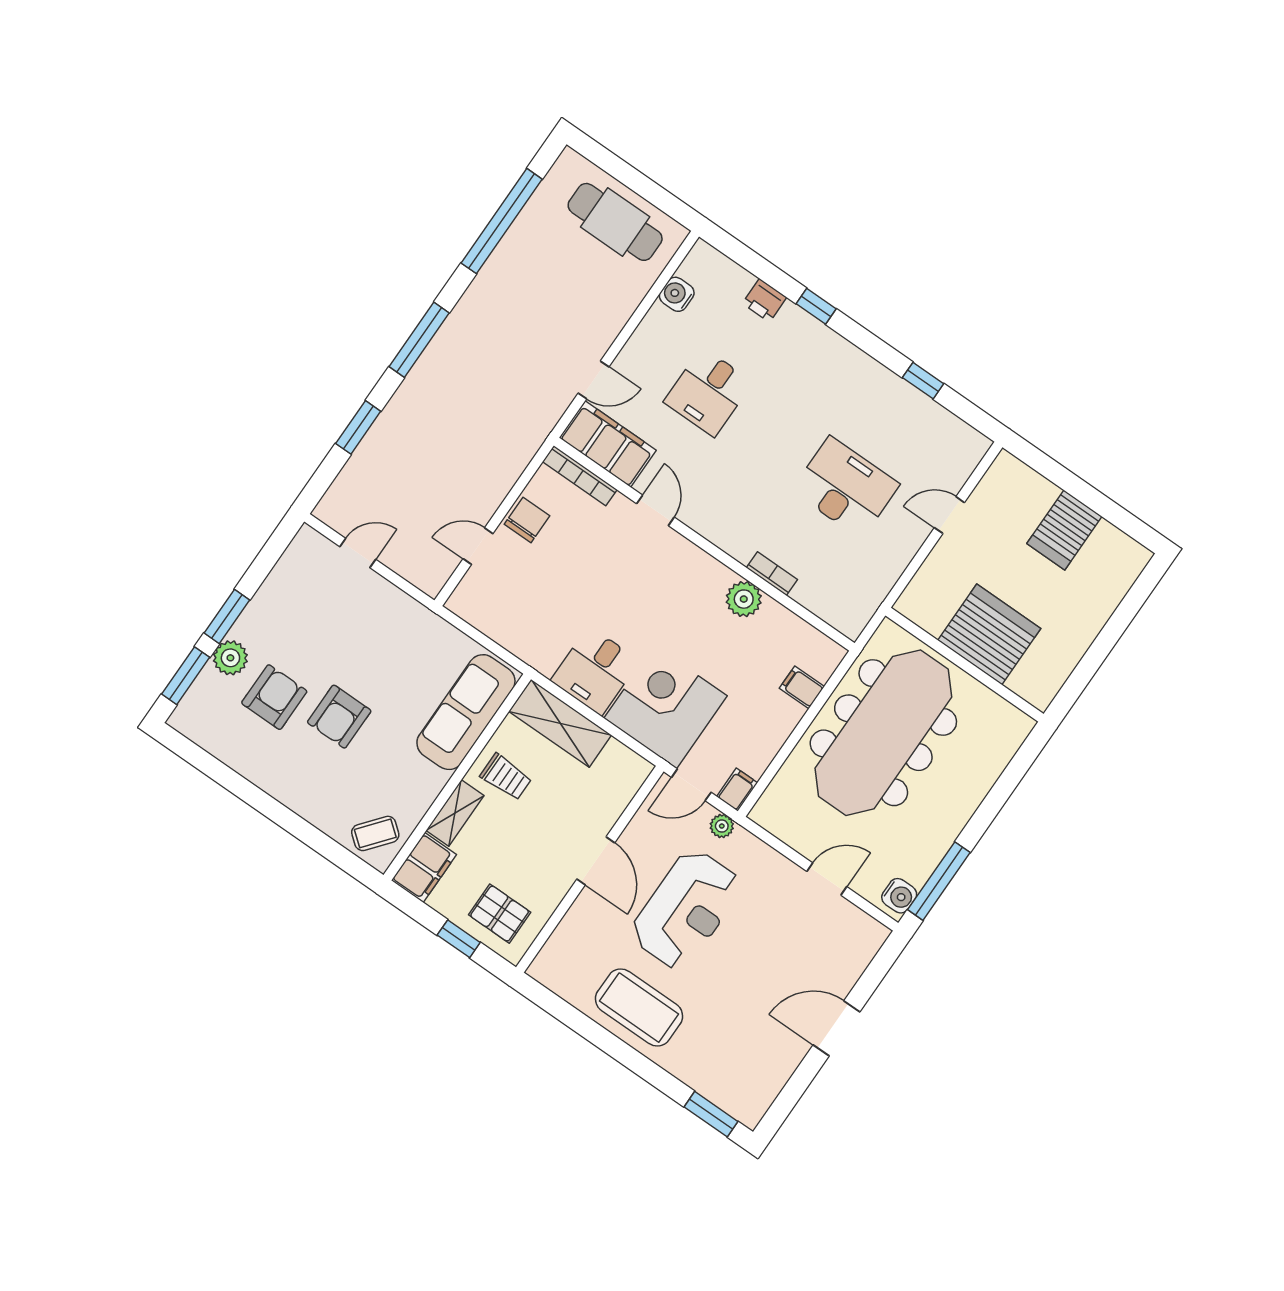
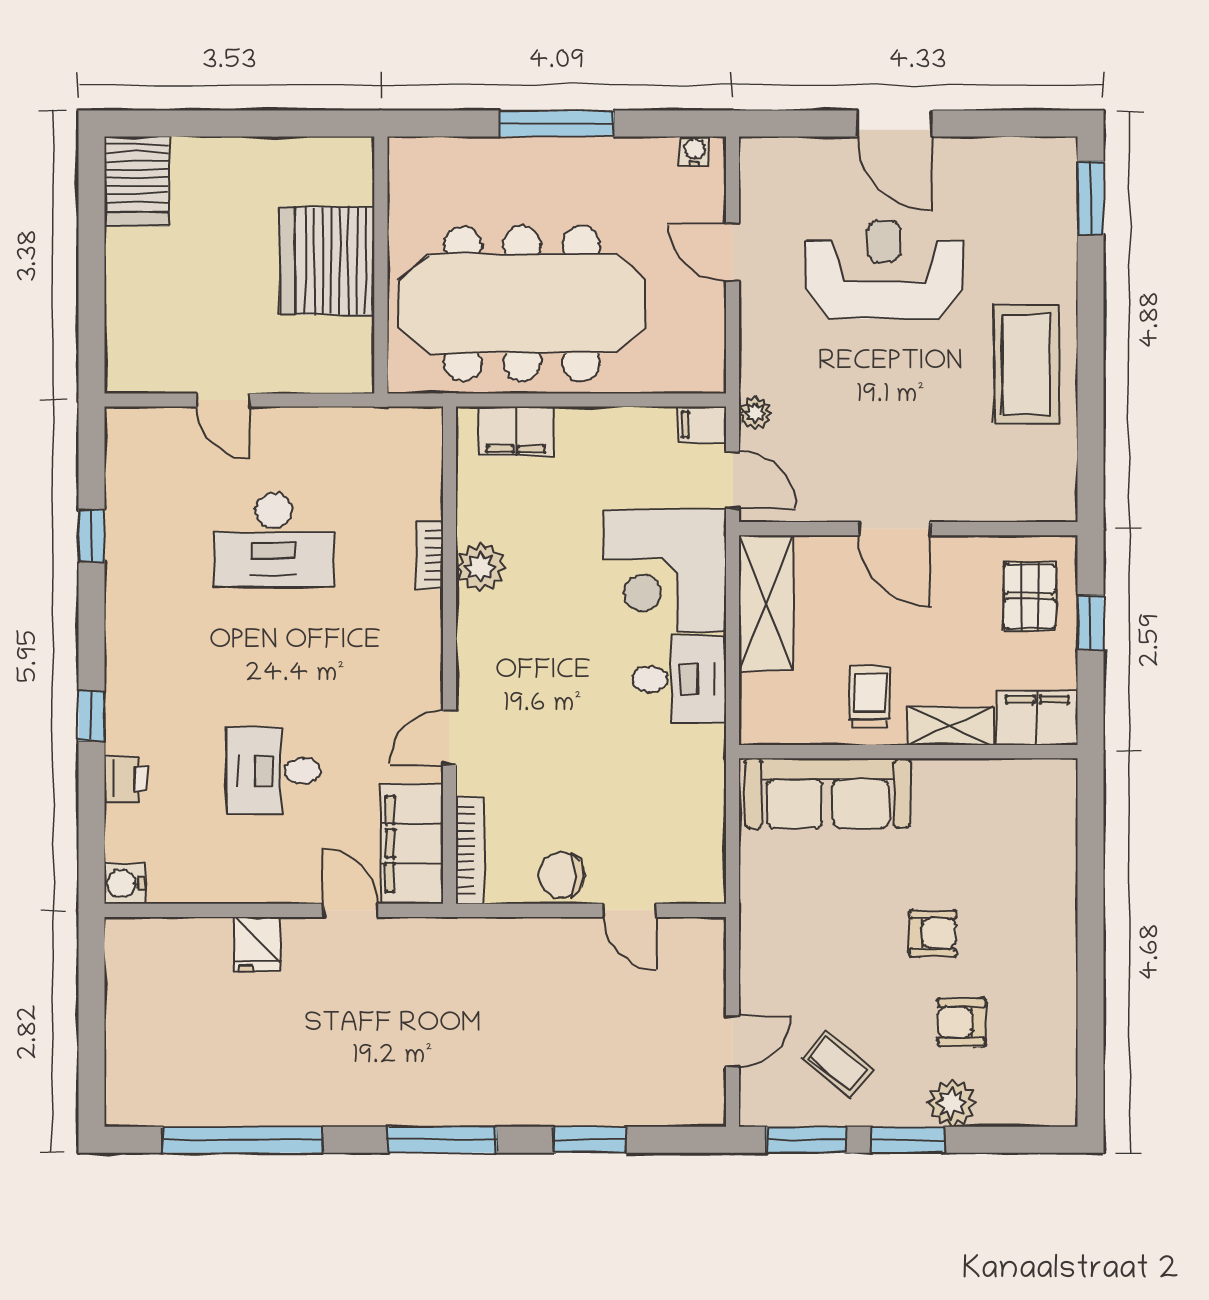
cafe table: (615, 222) -> (154, 1010), removed
water cooler: (677, 294) -> (125, 883), moved, turned 90
fridge: (612, 311) -> (258, 944), added
desk: (708, 392) -> (274, 771), turned 180
desk: (846, 487) -> (274, 540), turned -90
server rack: (1064, 530) -> (136, 181), moved, turned 90
door: (358, 553) -> (733, 1041), swing flipped
window: (186, 676) -> (806, 1140), moved
filing cabinet: (802, 687) -> (516, 432), width x2.00
armchair: (274, 697) -> (962, 1022), width x0.72, depth x0.72
armchair: (339, 717) -> (933, 933), width x0.72, depth x0.72
shelving: (560, 723) -> (766, 603), moved
coffee table: (375, 833) -> (838, 1064), moved
door: (596, 861) -> (894, 529), swing flipped
window: (939, 881) -> (557, 123), moved
water cooler: (899, 896) -> (695, 151), width x0.72, depth x0.72
reception desk: (686, 909) -> (884, 270), moved

